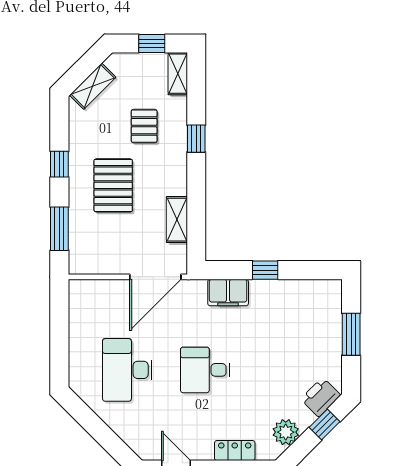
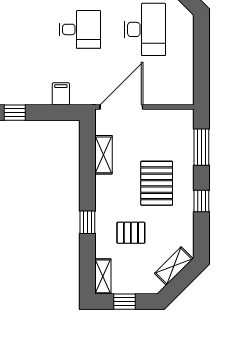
pallet: (144, 126) -> (131, 233), turned 90
window: (265, 270) -> (15, 113), moved
filing cabinet: (228, 293) -> (61, 94), width x0.50

